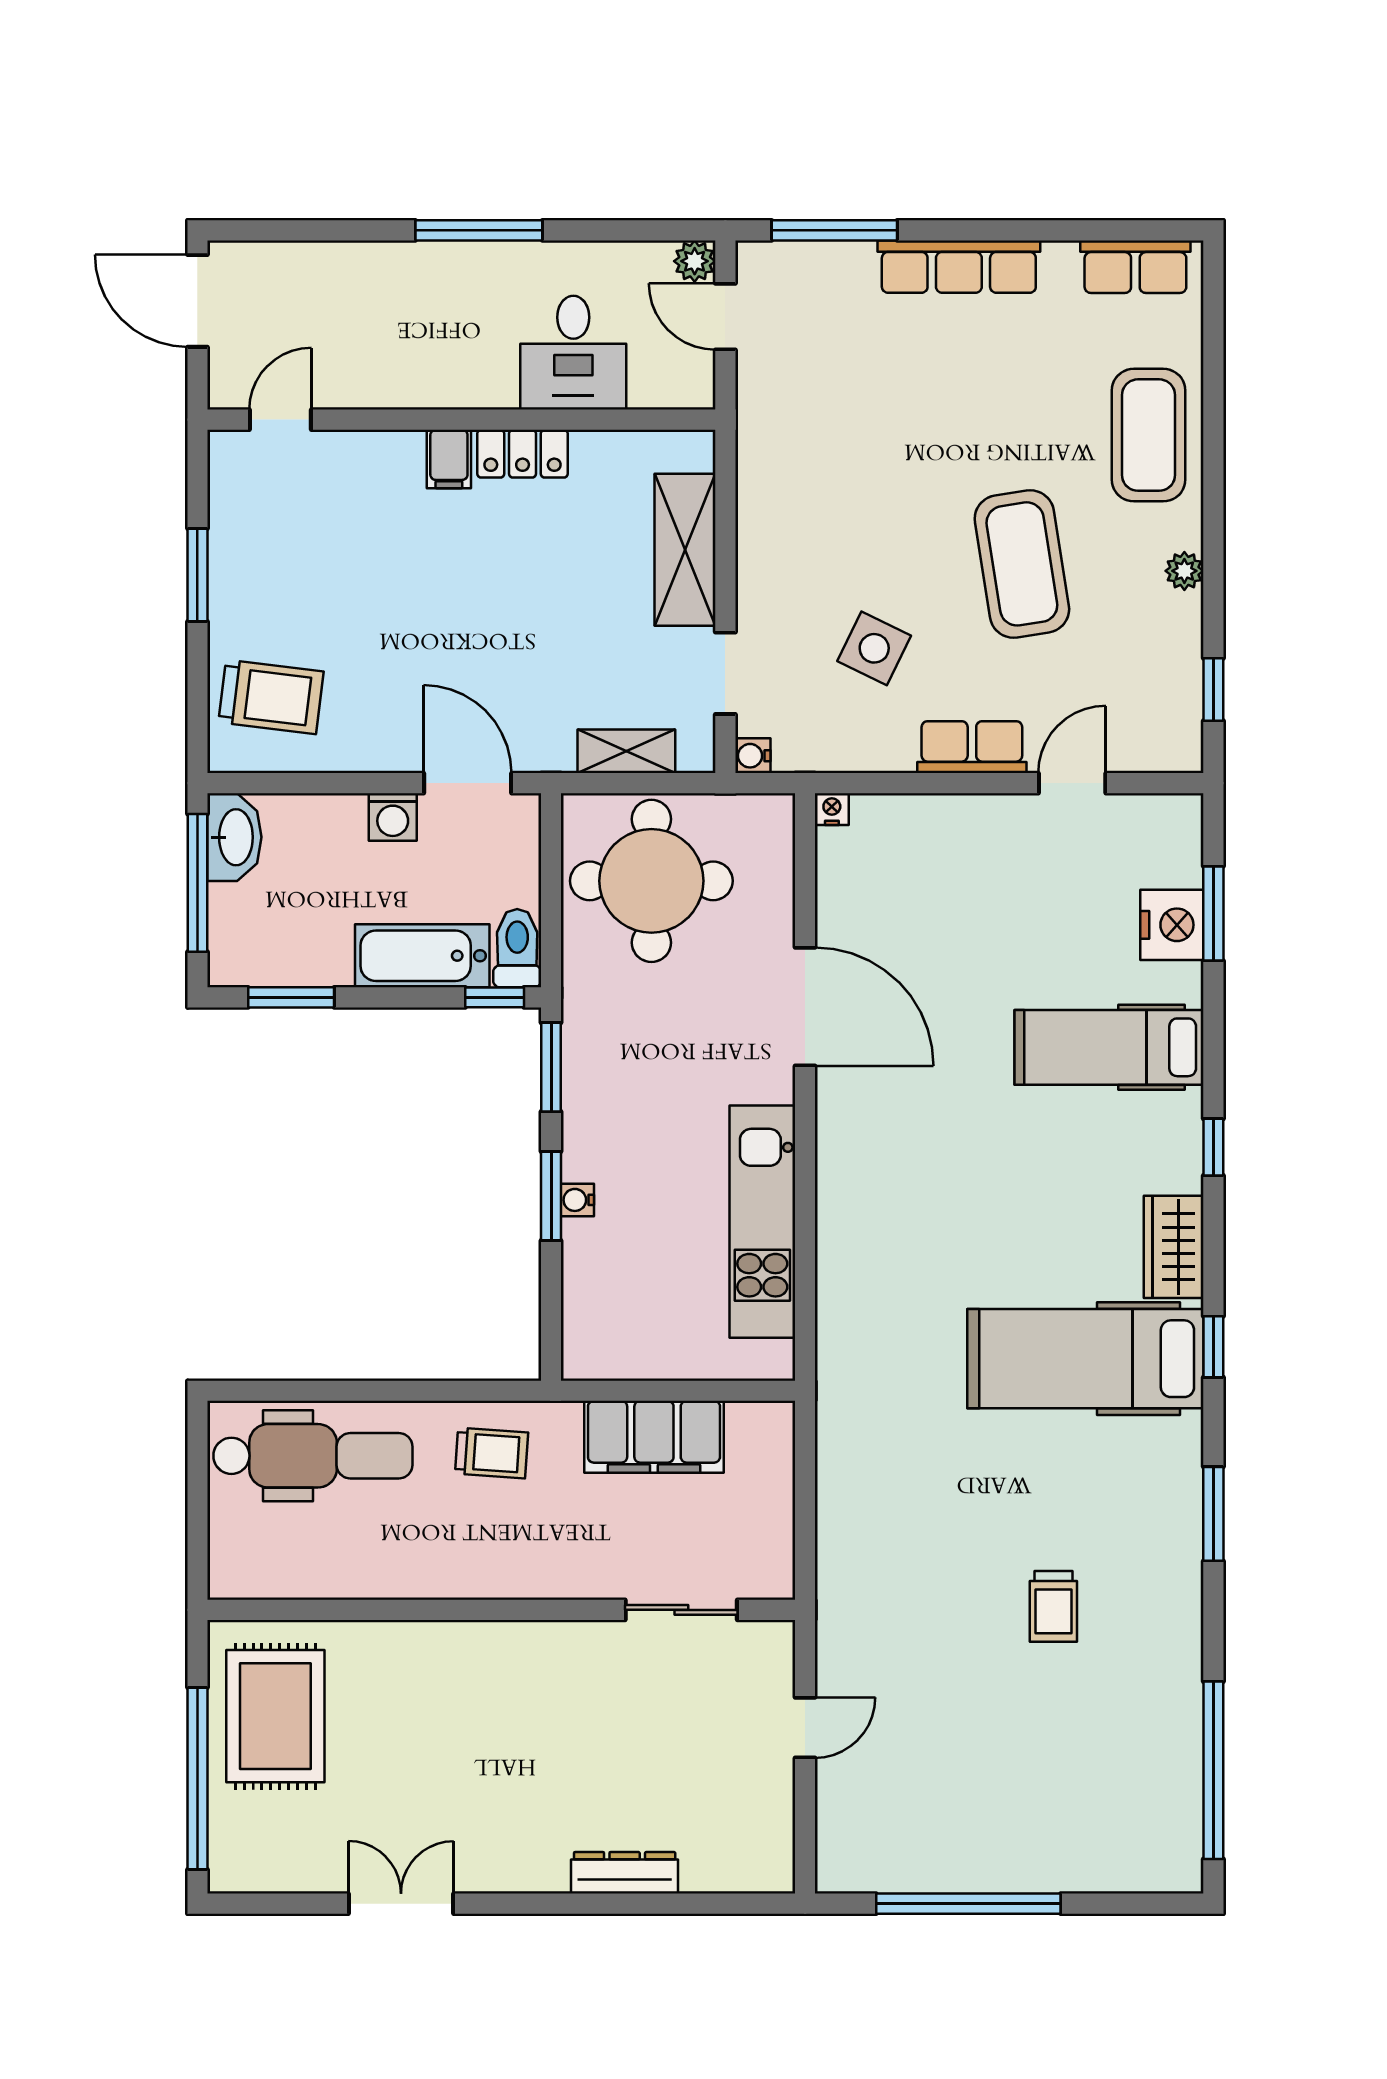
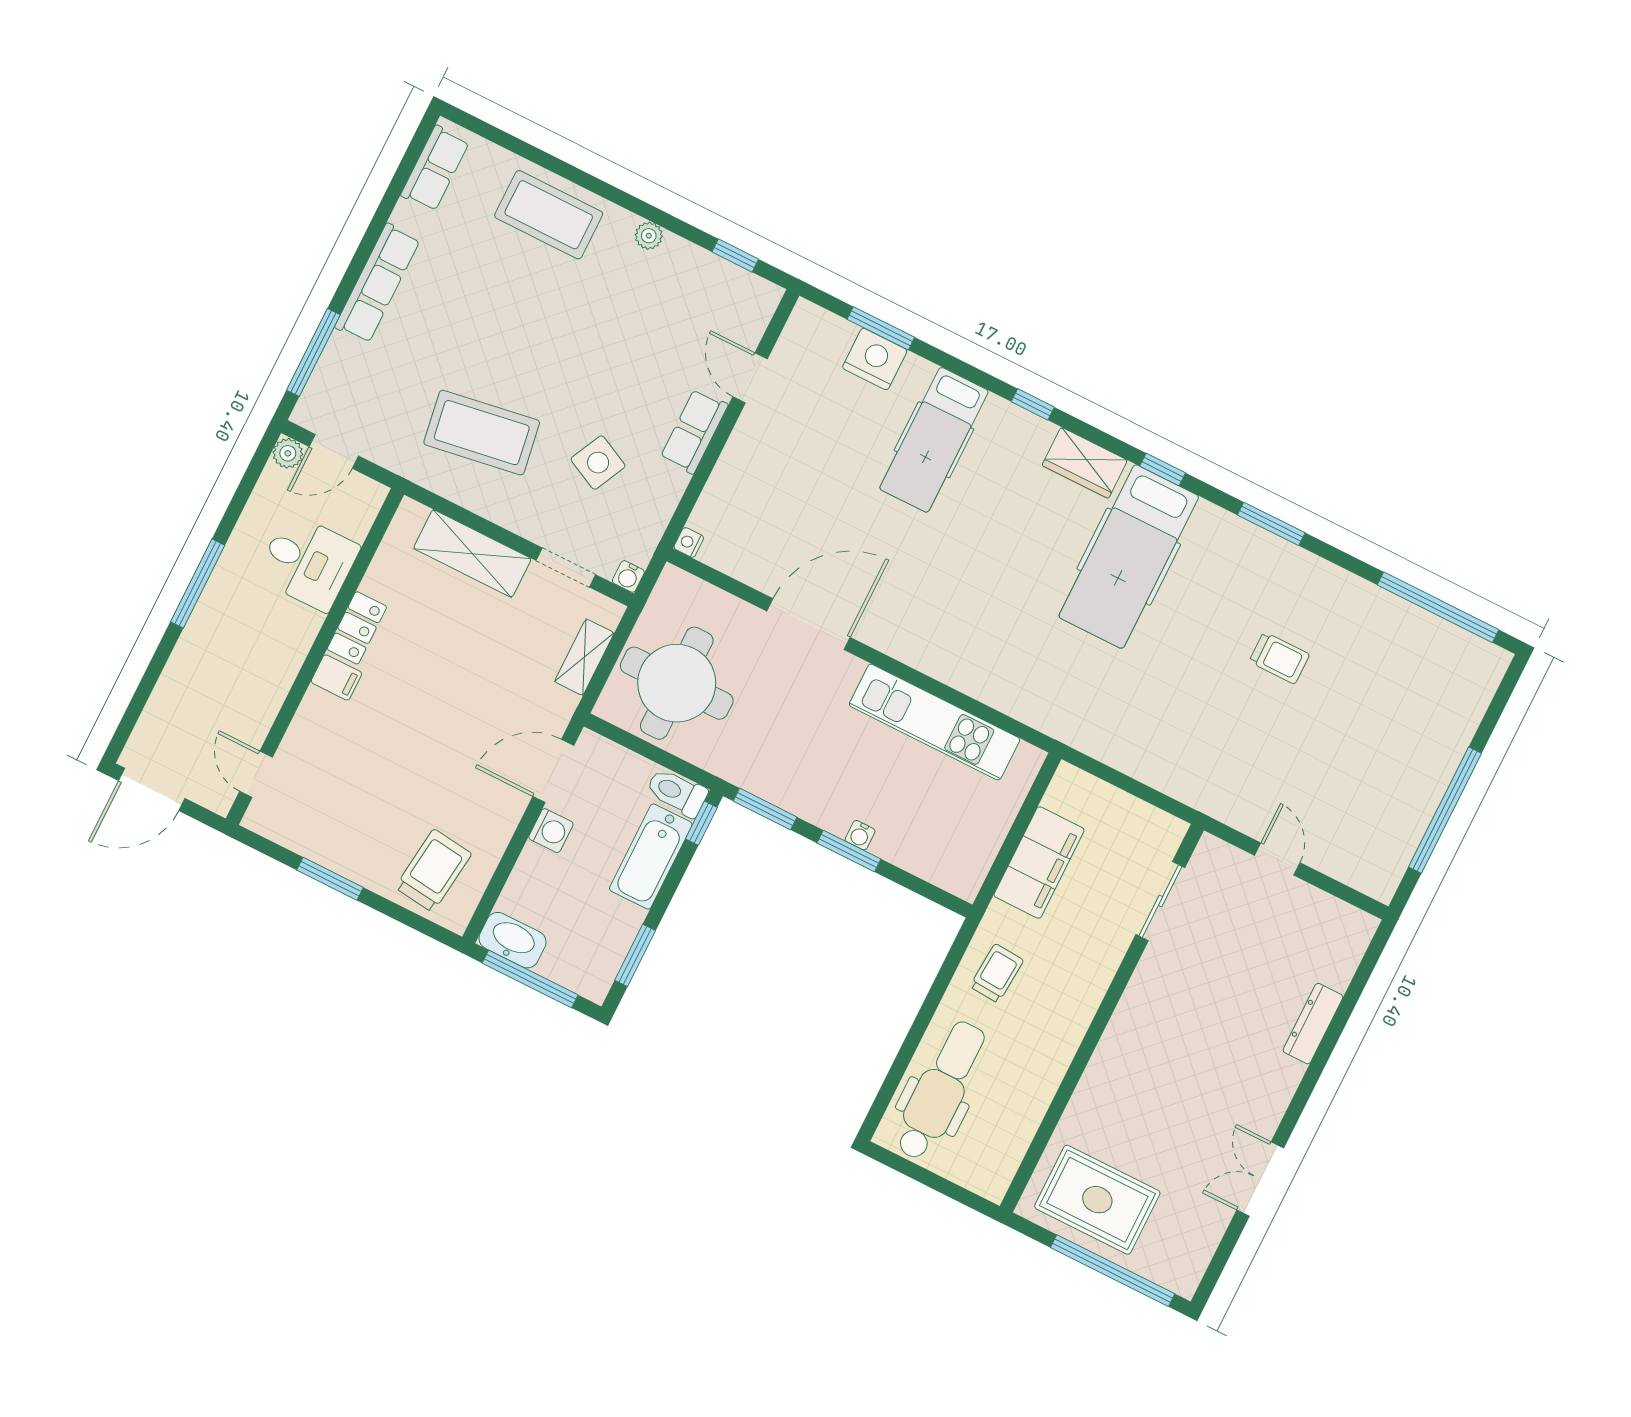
coffee table: (1022, 564) -> (482, 433), moved

